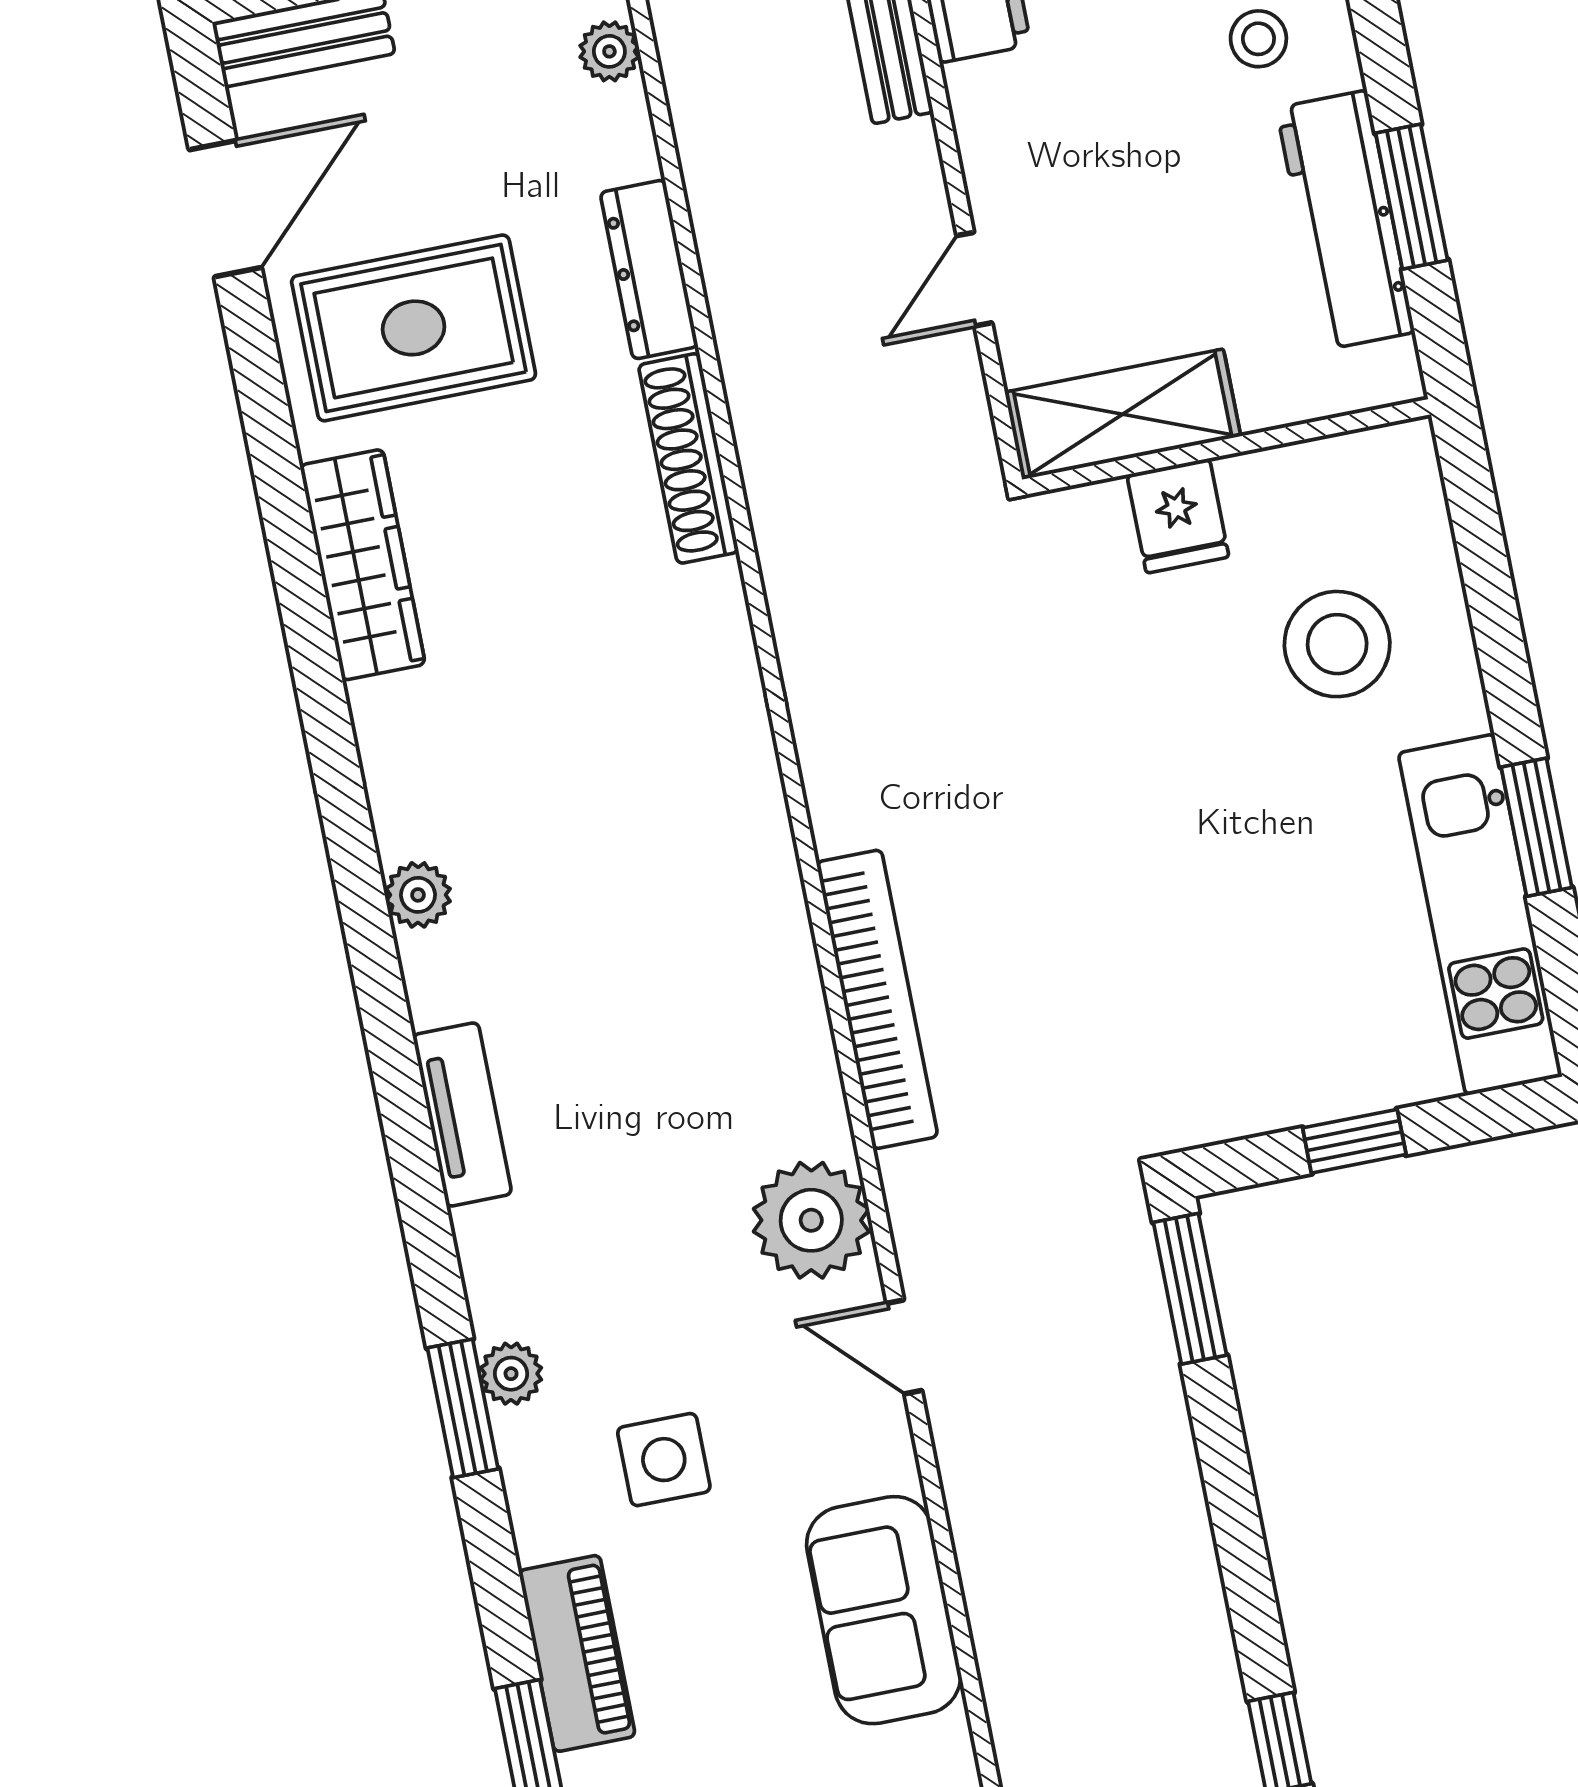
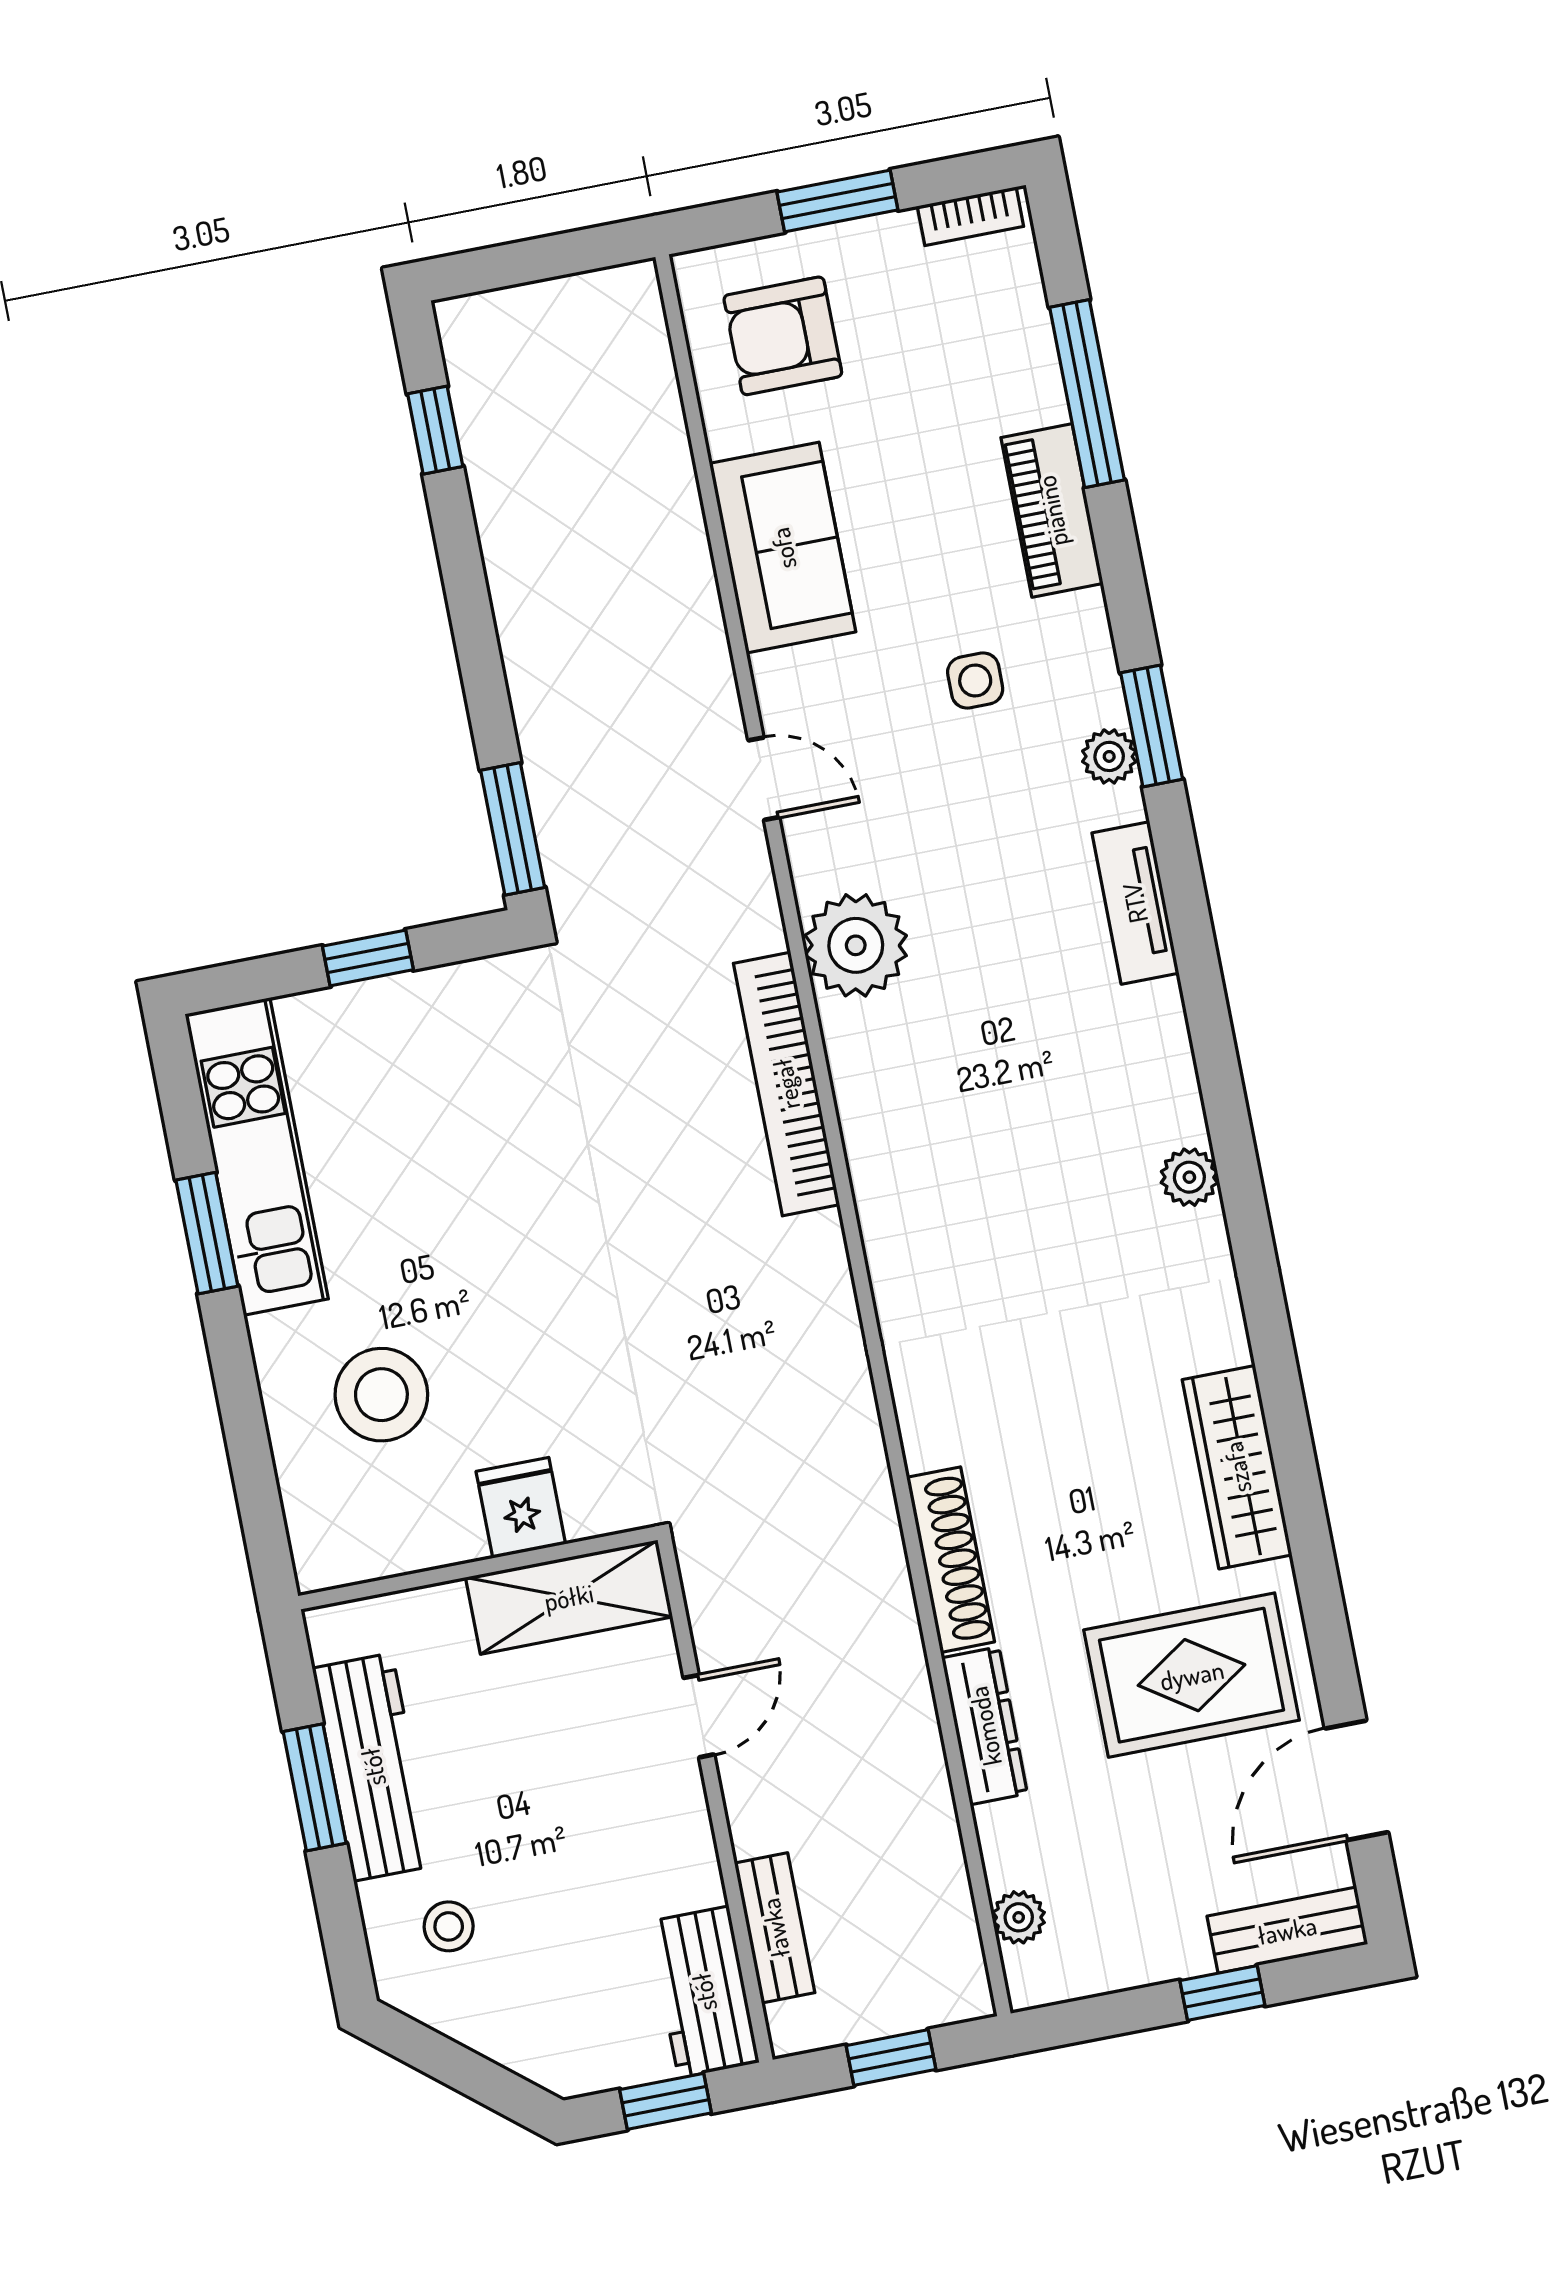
tv unit: (462, 1115) -> (1135, 903), moved
plant: (811, 1220) -> (856, 945), moved
side table: (664, 1460) -> (975, 680), width x0.73, depth x0.73

